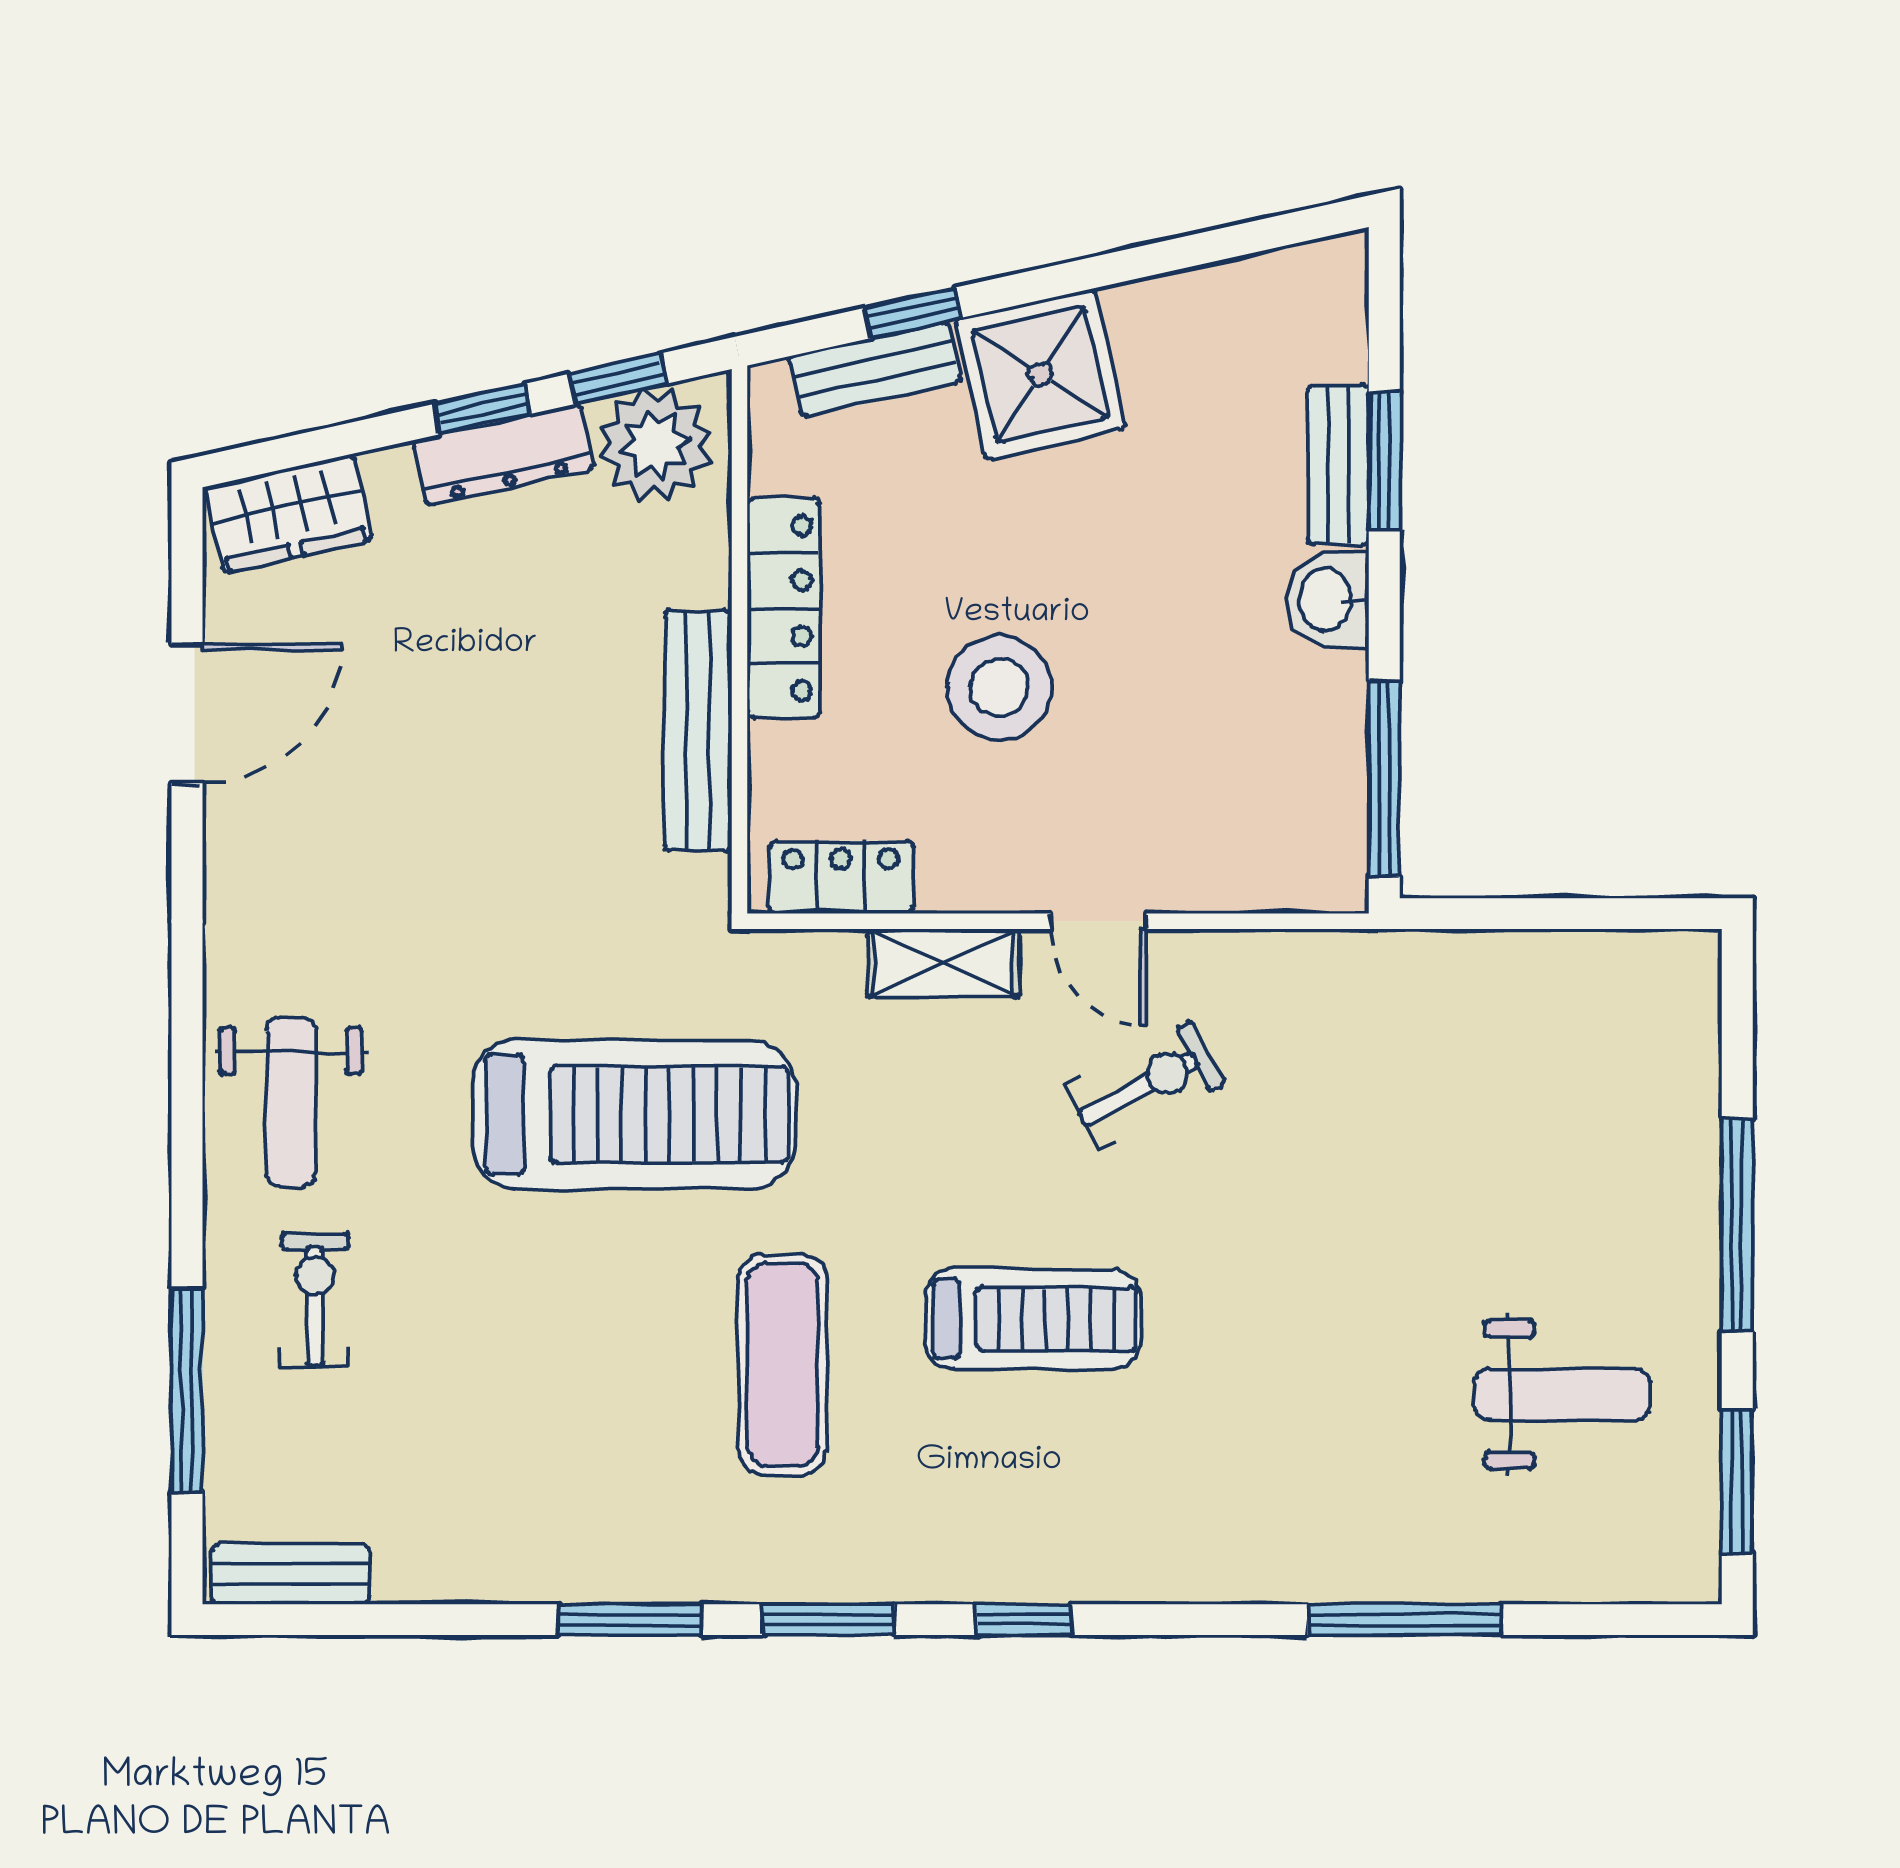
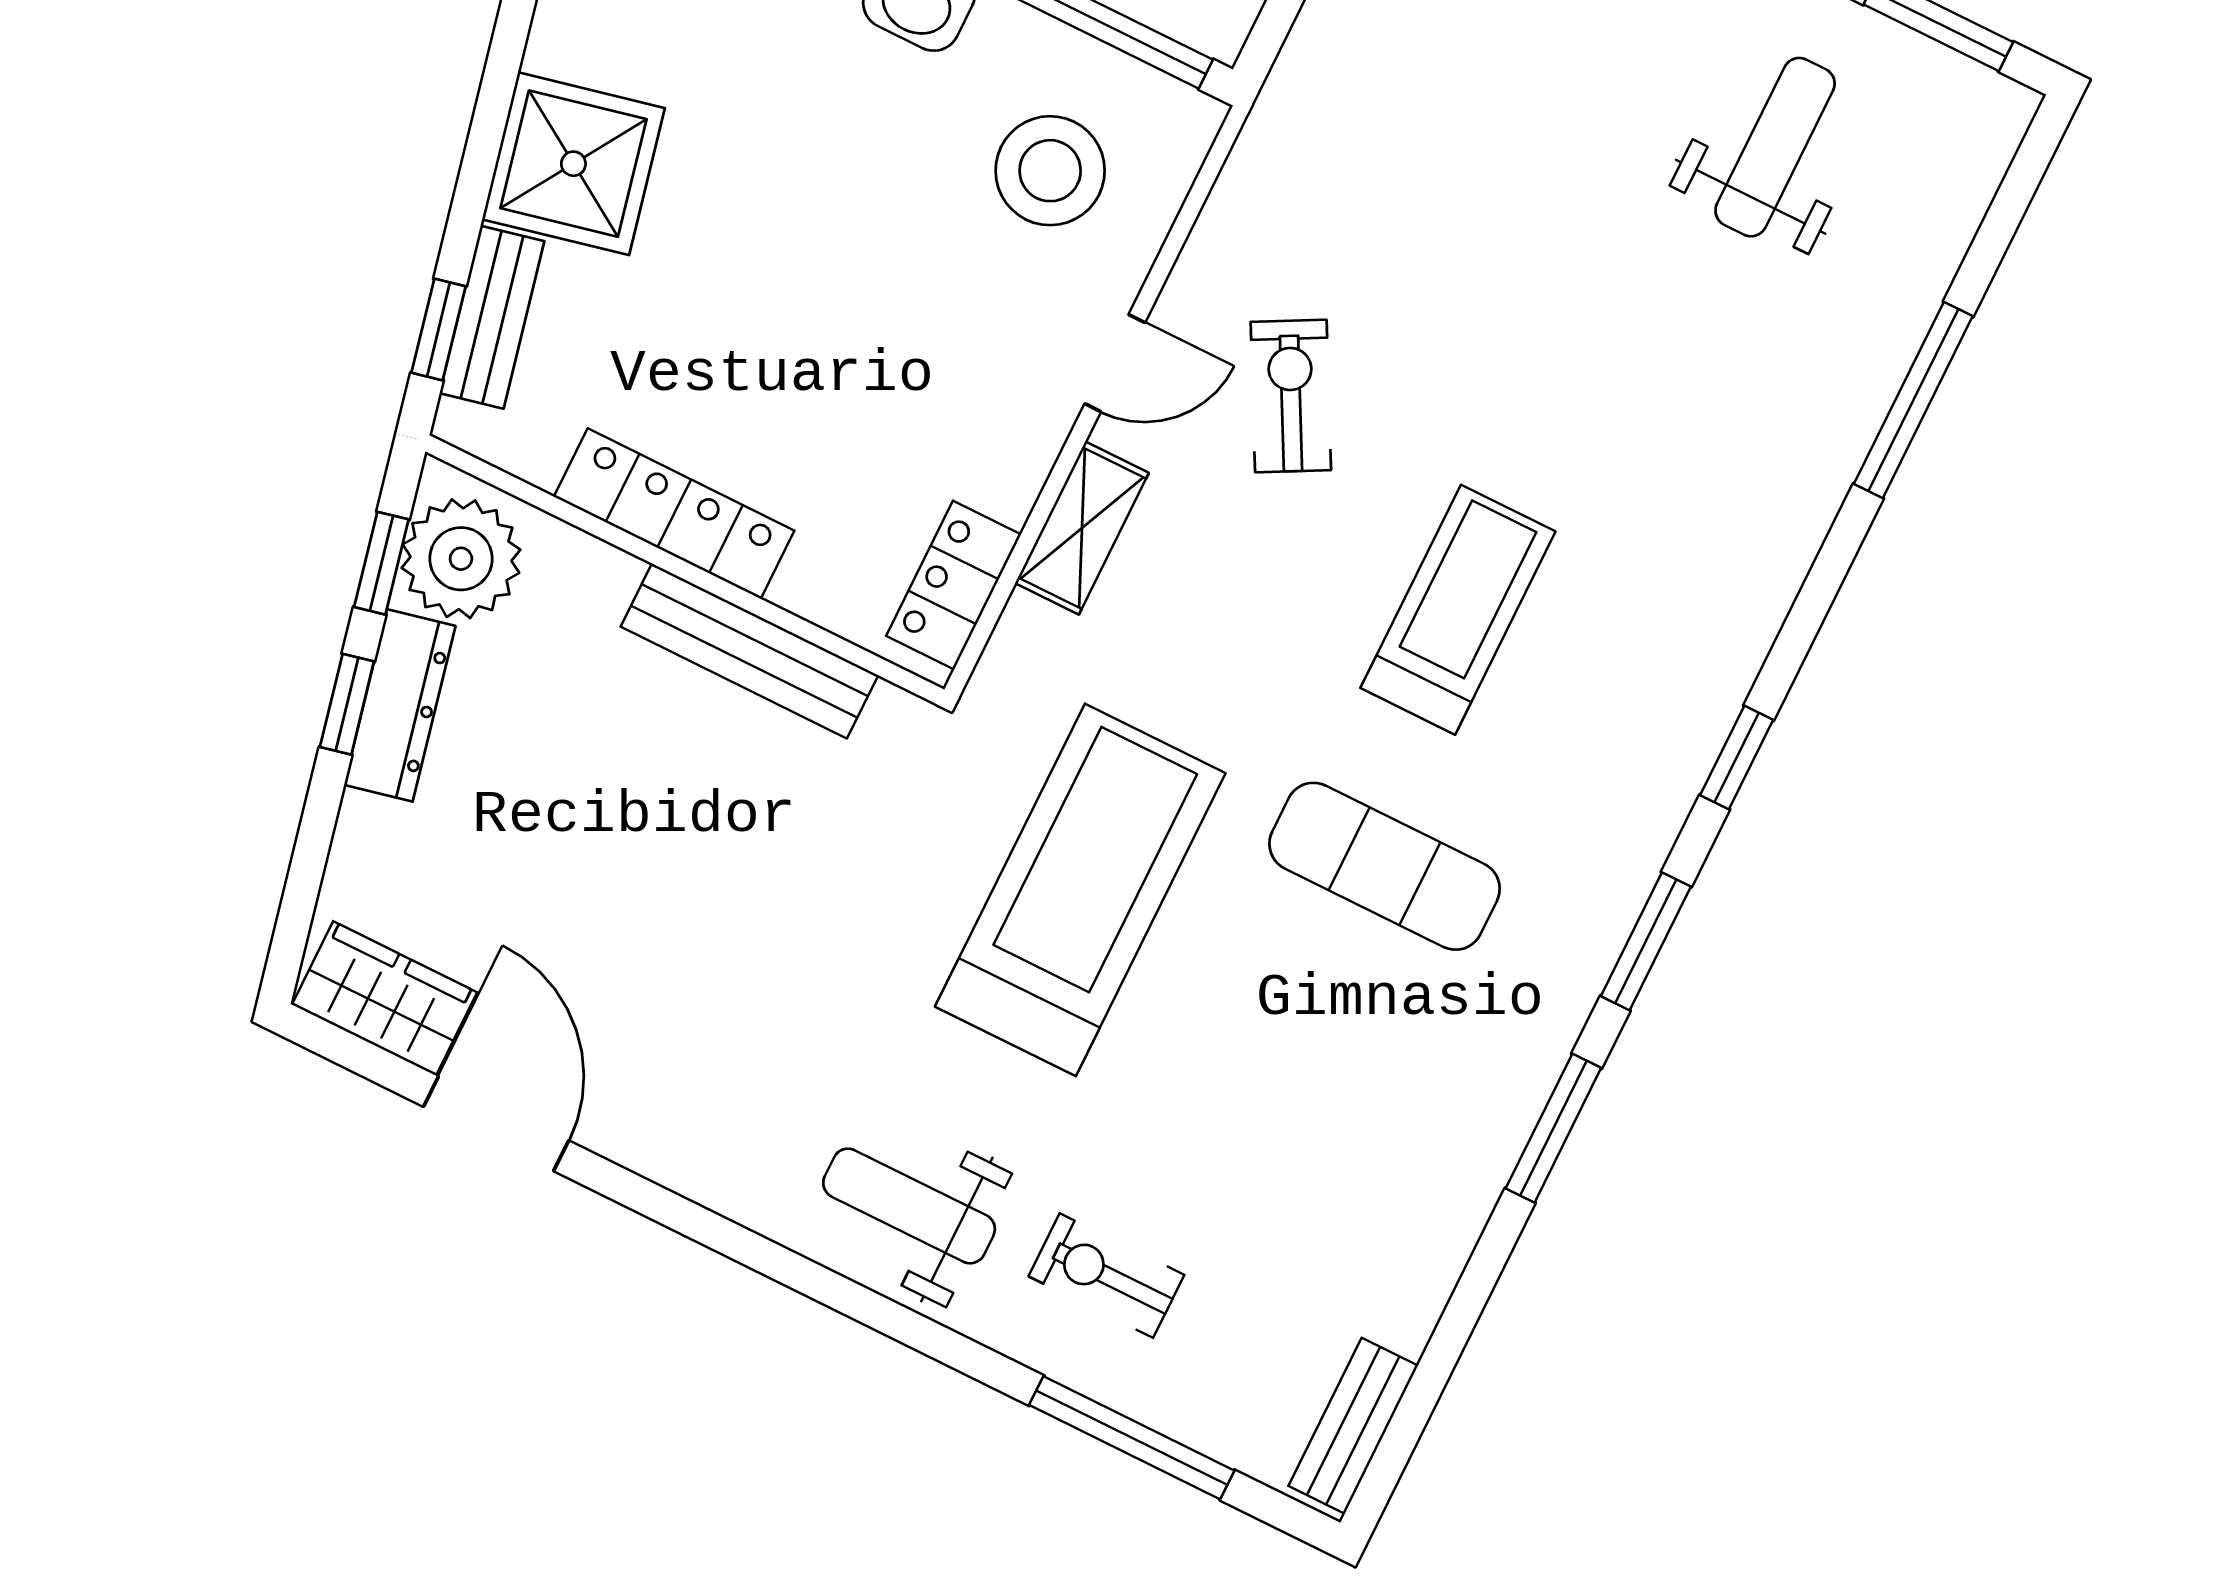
window: (912, 313) -> (438, 329), moved
wardrobe: (288, 514) -> (384, 998), moved, turned -77
stool: (999, 688) -> (1050, 171), moved
weight bench: (291, 1102) -> (909, 1206), turned 180

